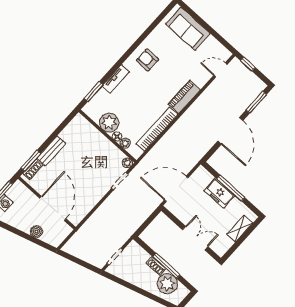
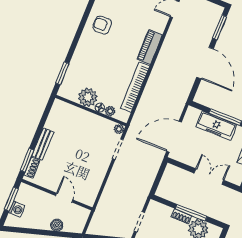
tv unit: (116, 79) -> (79, 54), removed
freezer: (219, 193) -> (216, 126), width x1.40
door: (53, 208) -> (64, 198), width x0.53

